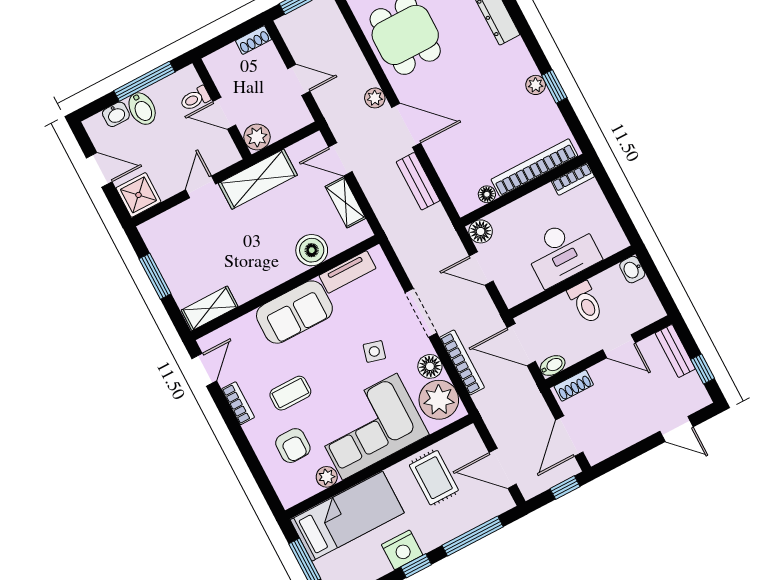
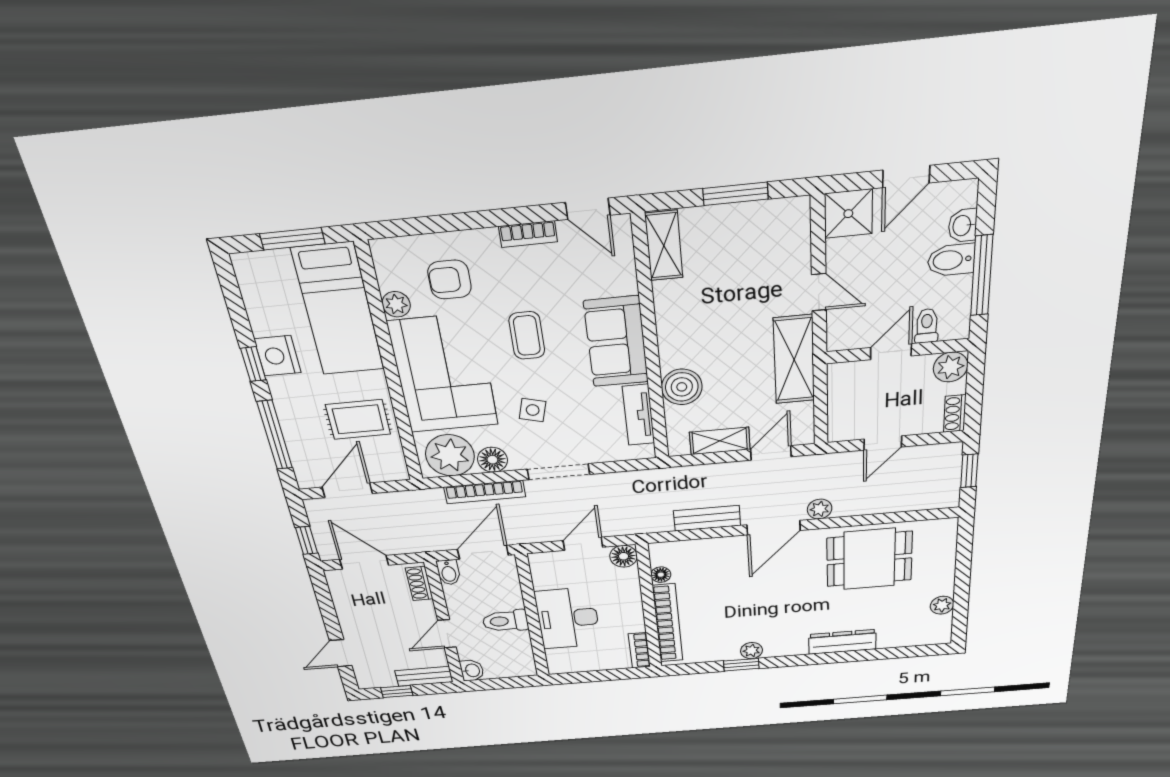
plant: (257, 137) -> (951, 367), moved
washbasin: (632, 270) -> (472, 670), moved, turned 90
coffee table: (290, 393) -> (527, 335), moved

